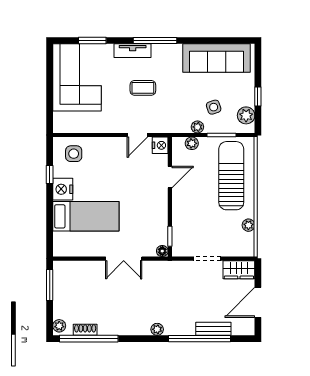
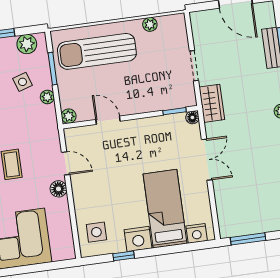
floor lamp: (116, 126) -> (58, 189), added
plant: (192, 143) -> (69, 116), moved
nightstand: (160, 145) -> (197, 233), moved, turned 180
wardrobe: (239, 270) -> (212, 103), moved

